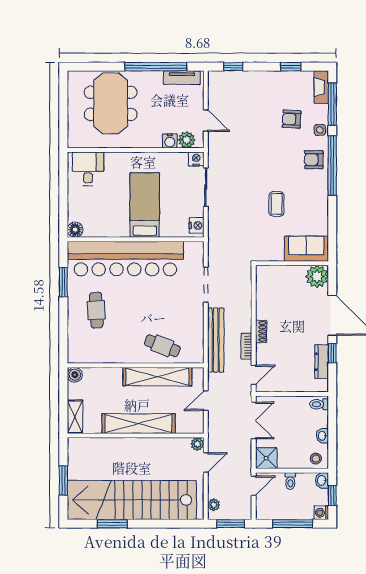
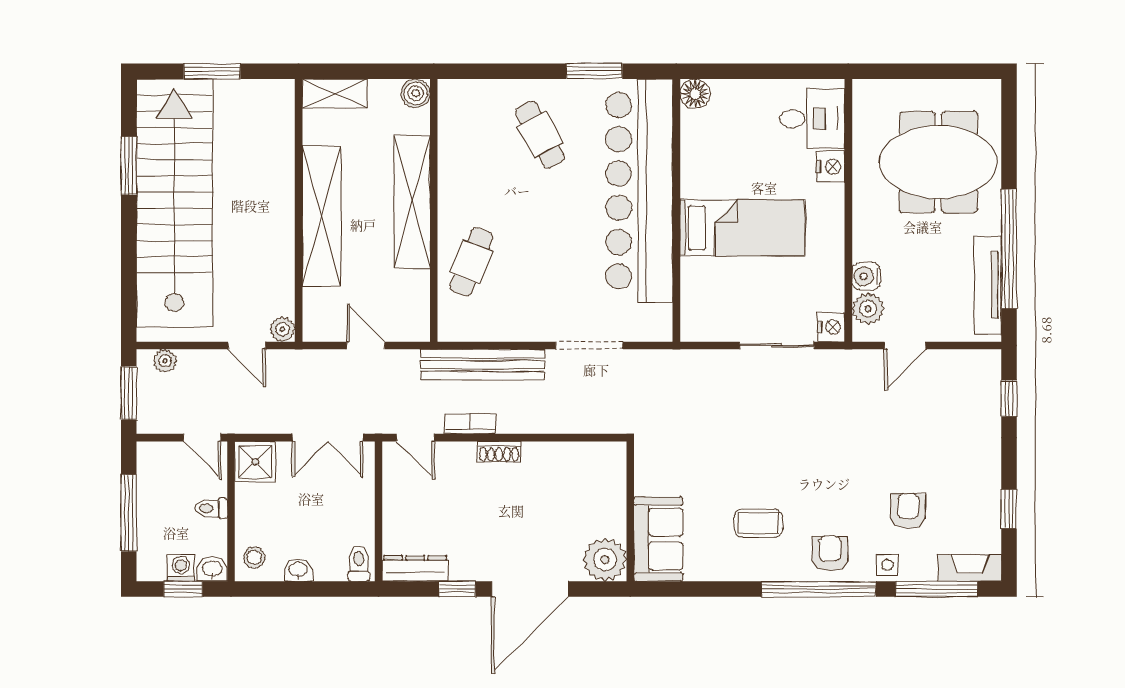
tv unit: (182, 78) -> (988, 285), width x1.41
coffee table: (277, 204) -> (758, 523), moved
nightstand: (197, 225) -> (831, 167), moved, turned -90
cafe table: (96, 310) -> (540, 135), turned 65
dresser: (322, 362) -> (415, 568), moved
shelving: (157, 377) -> (412, 202), moved
washing machine: (321, 513) -> (181, 568), moved

